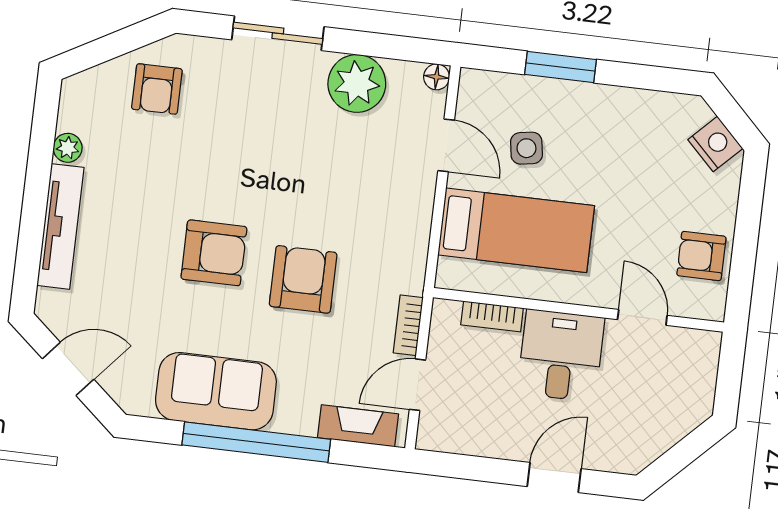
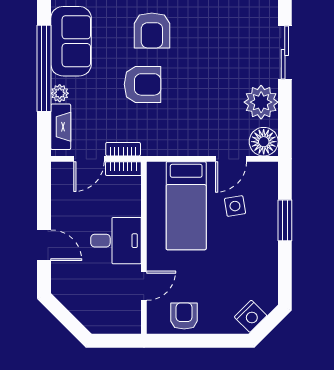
floor lamp: (437, 77) -> (264, 142), width x1.89, depth x1.89
bookcase: (492, 316) -> (123, 169), moved, turned -90
door: (418, 385) -> (89, 159), swing flipped
plant: (301, 421) -> (60, 93), added

